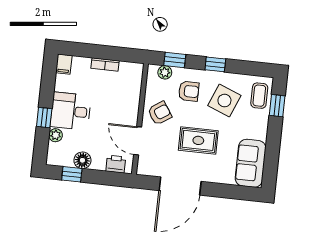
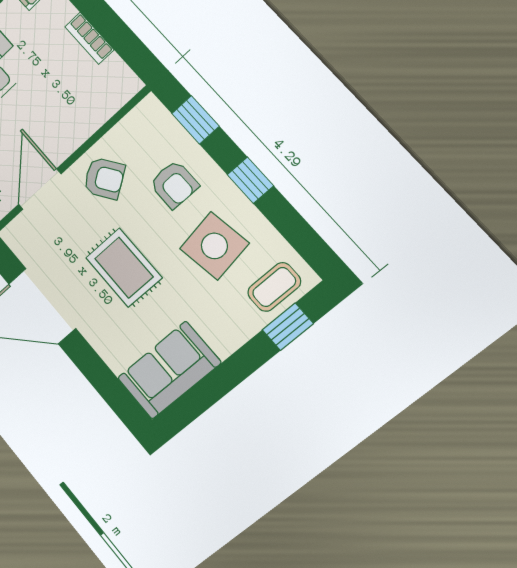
plant: (165, 72) -> (164, 125), removed
side table: (224, 101) -> (214, 246), turned -31

